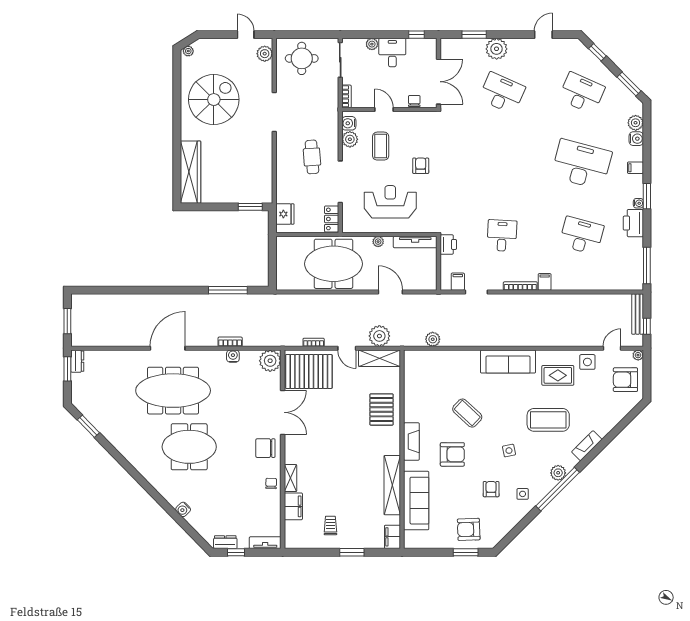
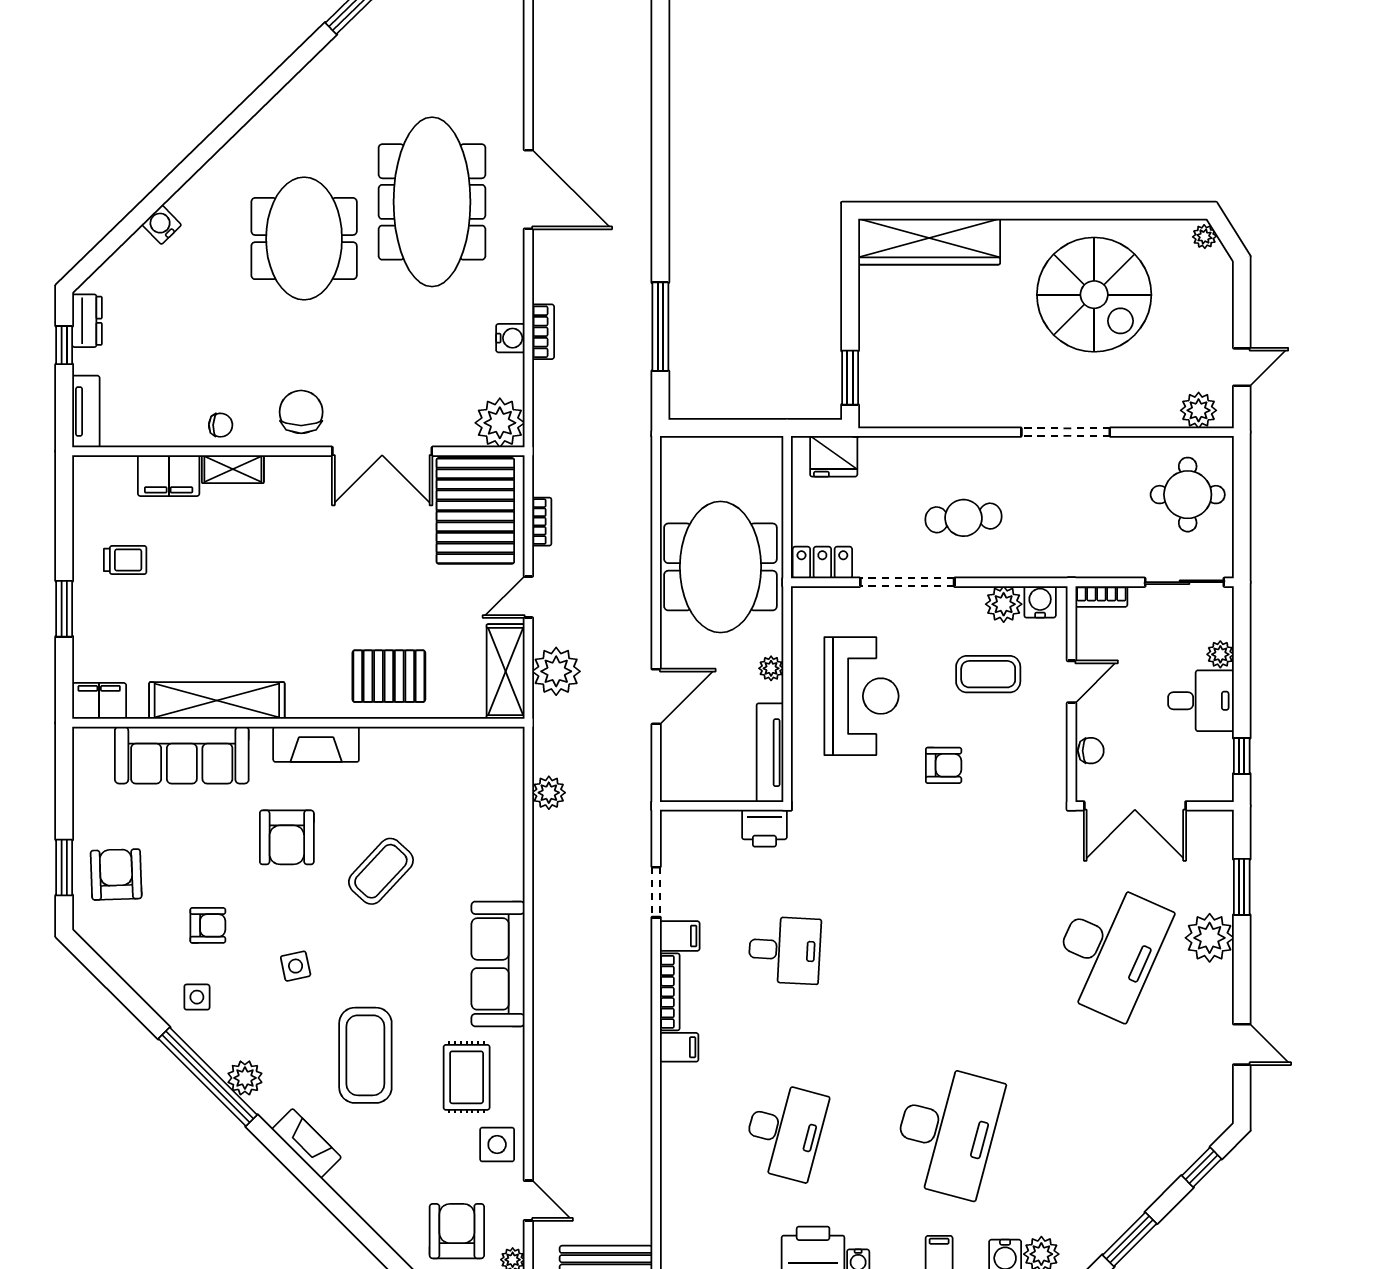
desk: (502, 93) -> (1109, 950), width x1.36, depth x1.30
desk: (582, 93) -> (1109, 1131), removed
filing cabinet: (458, 282) -> (680, 936), moved

